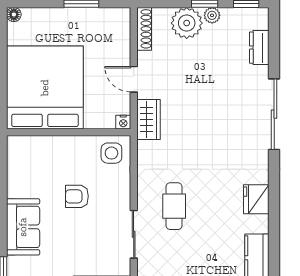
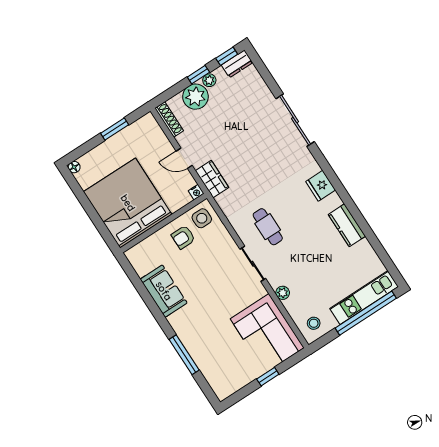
dresser: (259, 48) -> (237, 64), moved, turned -90
armchair: (77, 196) -> (183, 237), moved
sofa: (23, 227) -> (164, 291), moved

